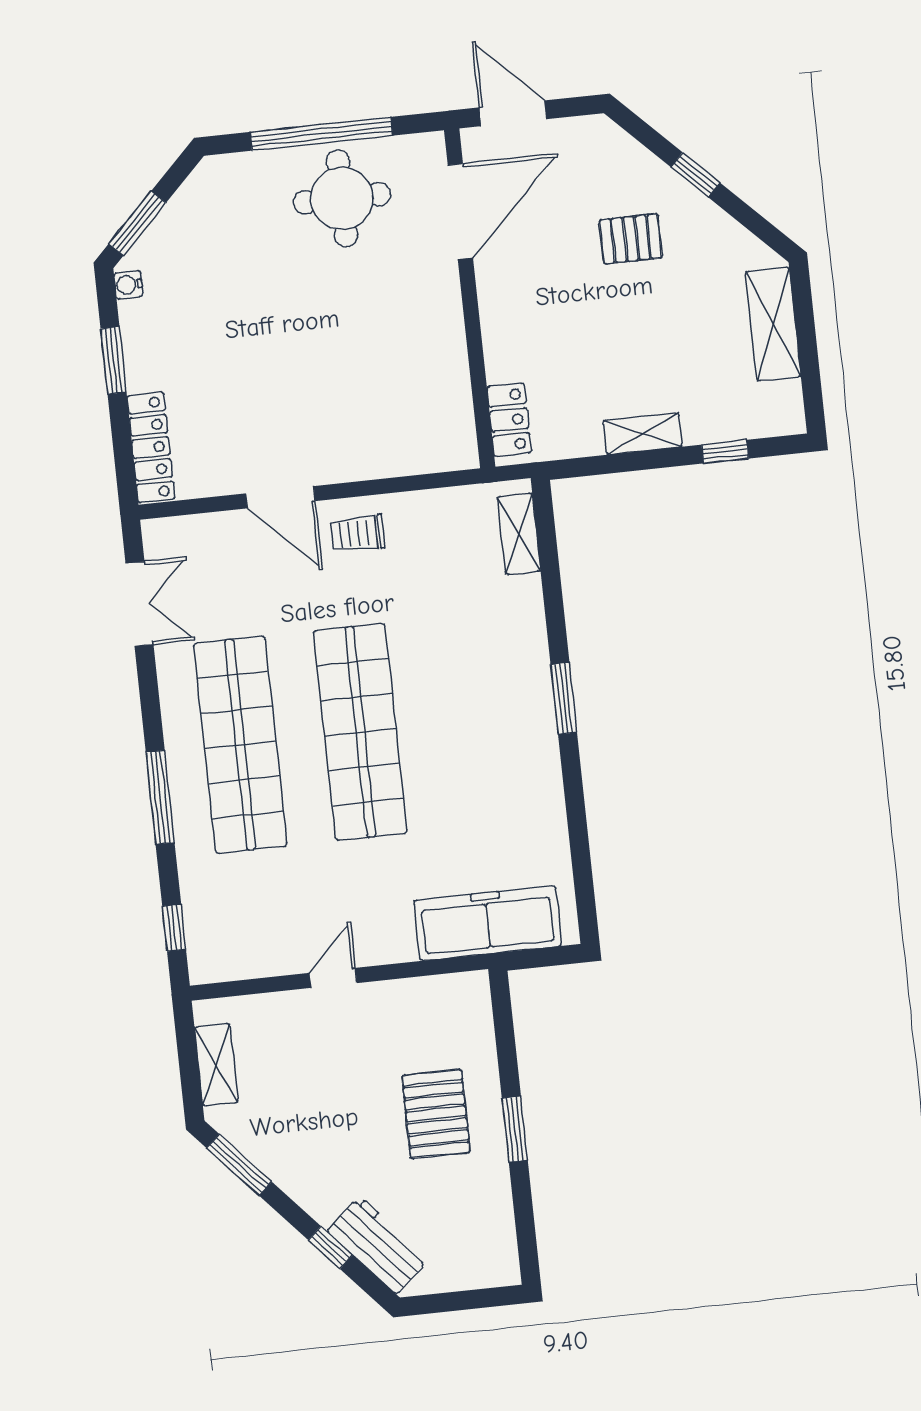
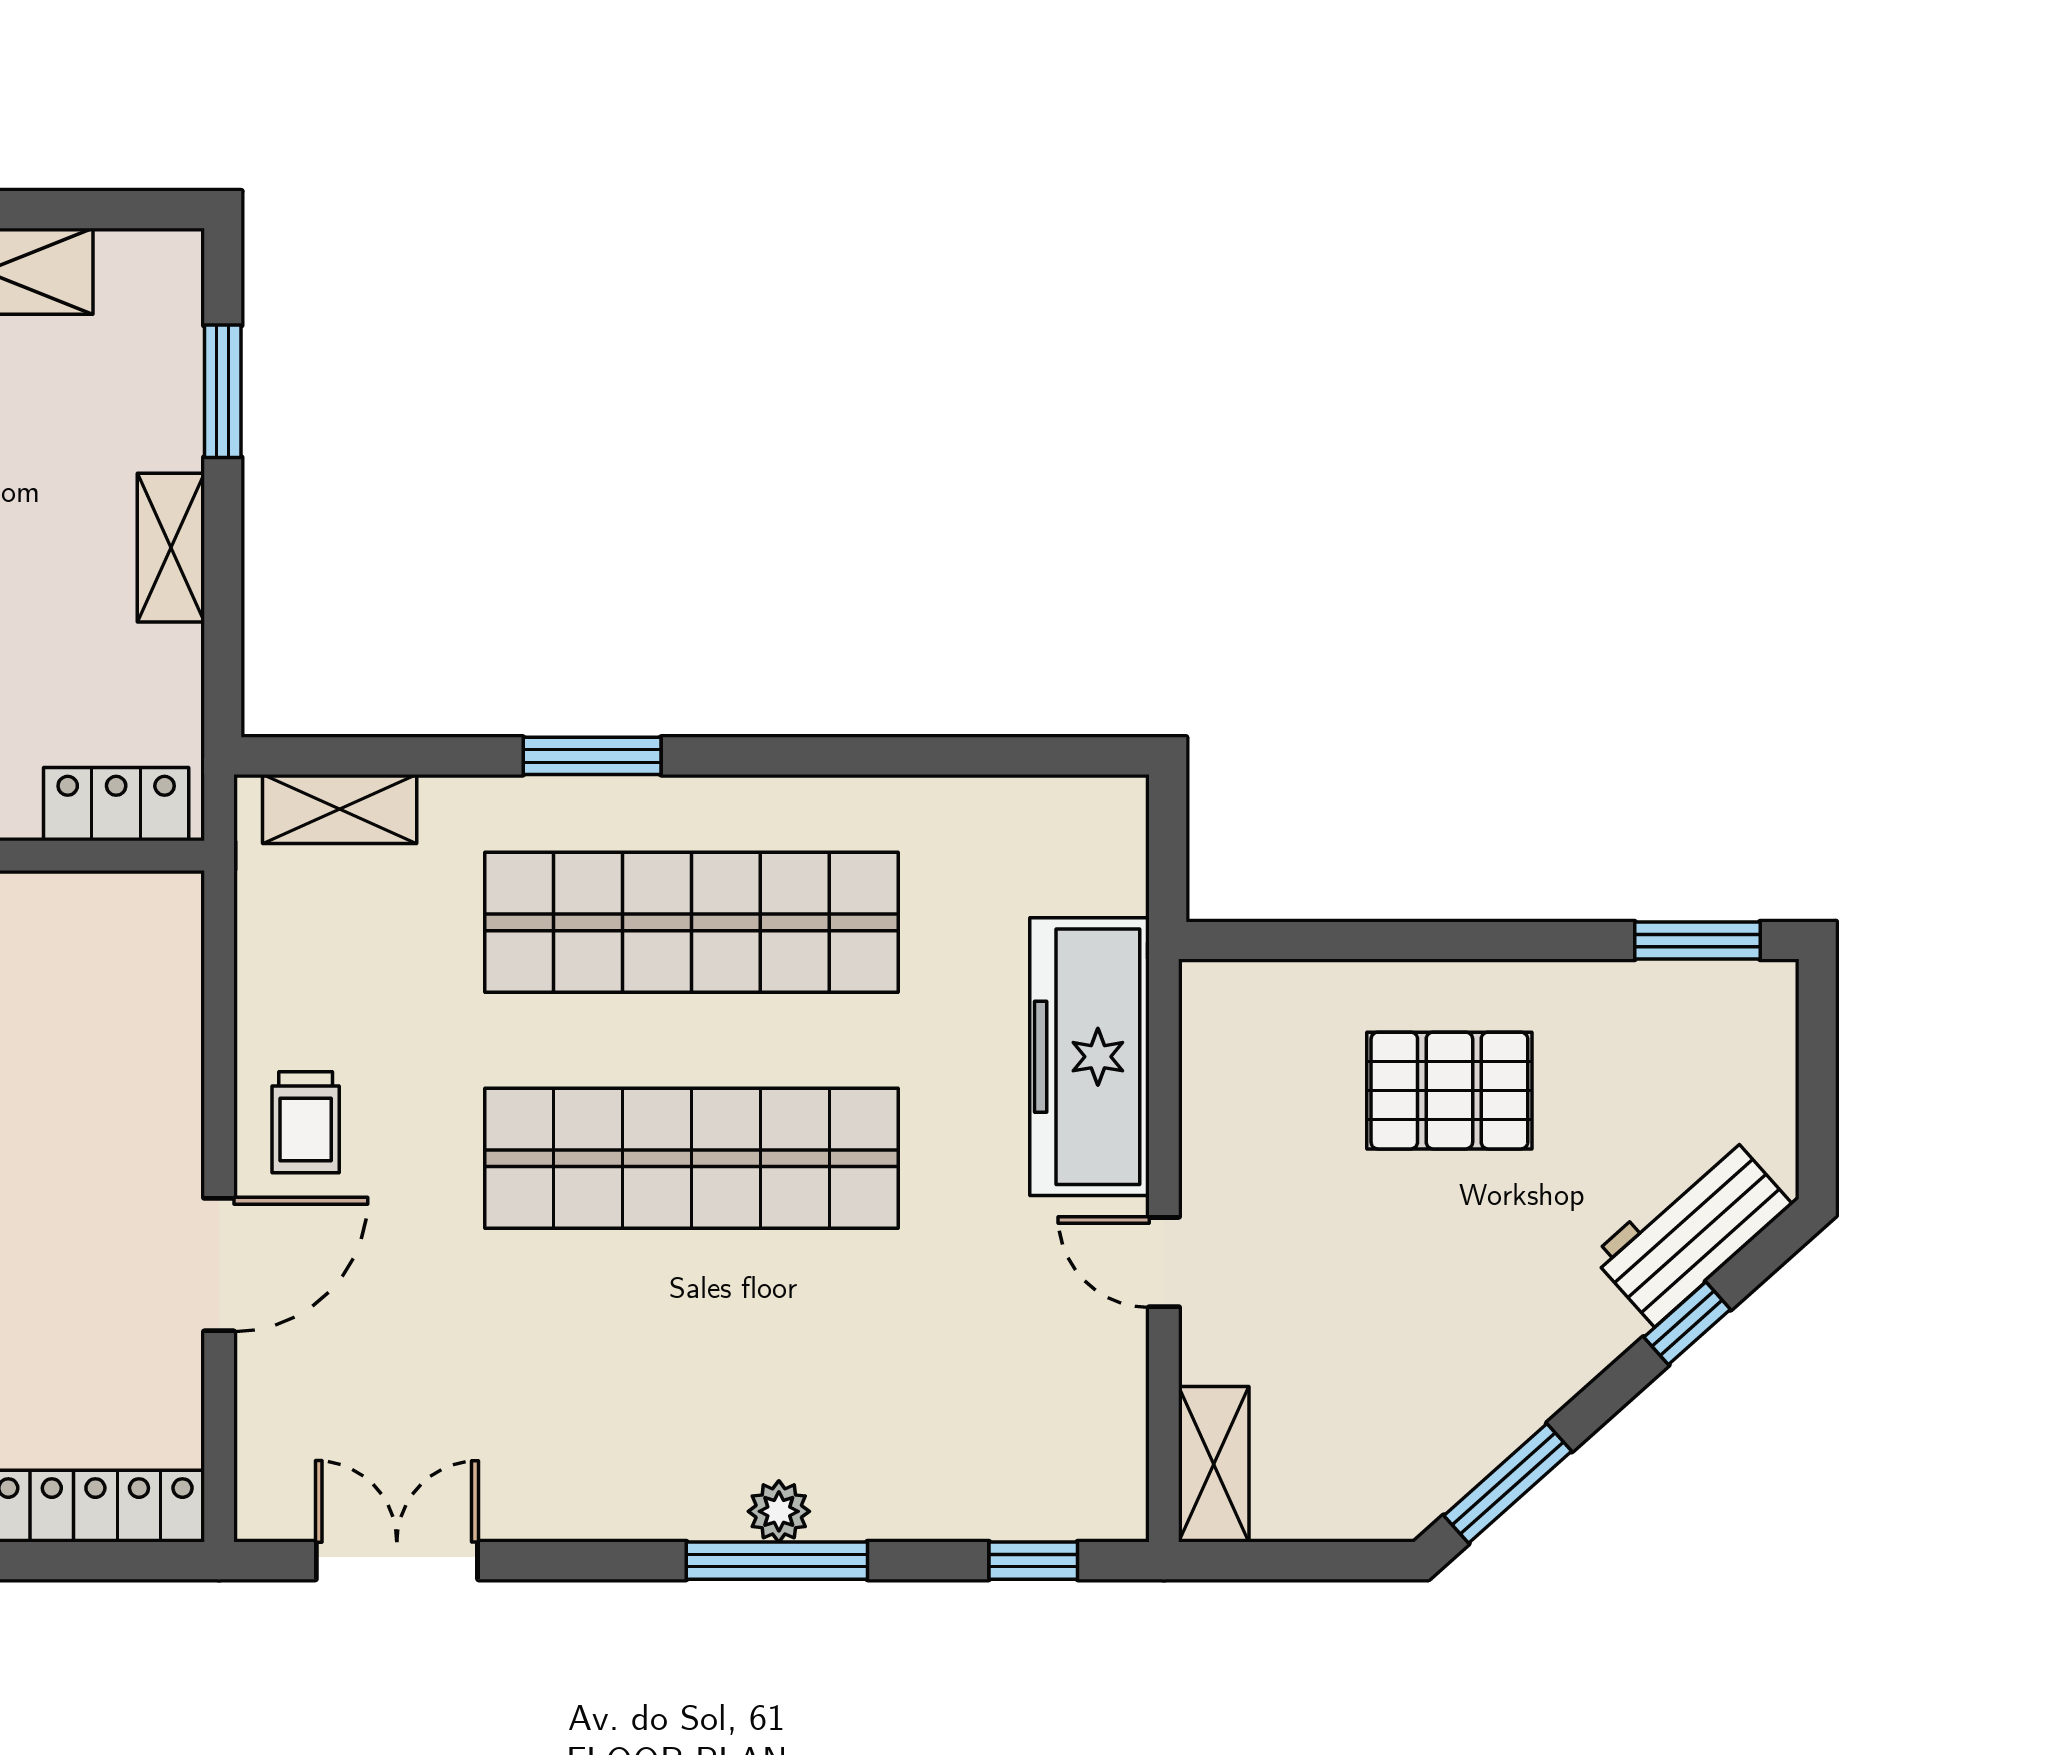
window: (725, 452) -> (223, 391), width x1.50
window: (564, 698) -> (592, 756), moved
shop shelf: (240, 745) -> (692, 922), moved
plant: (185, 796) -> (779, 1511), added
freezer: (488, 923) -> (1090, 1057), moved
shelving: (216, 1065) -> (1214, 1464), moved, turned 90
window: (515, 1129) -> (1697, 940), moved

